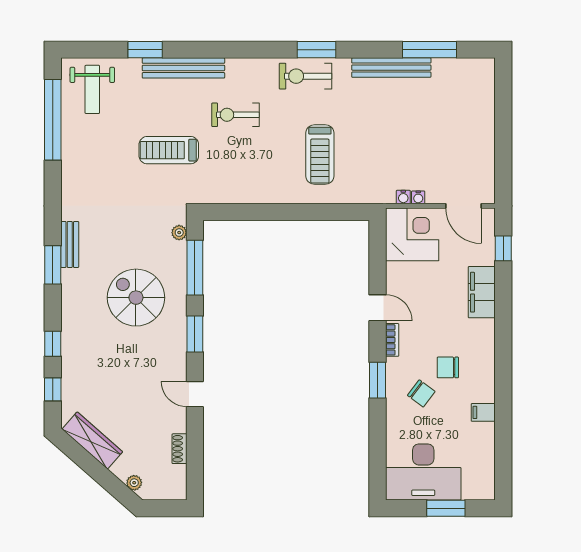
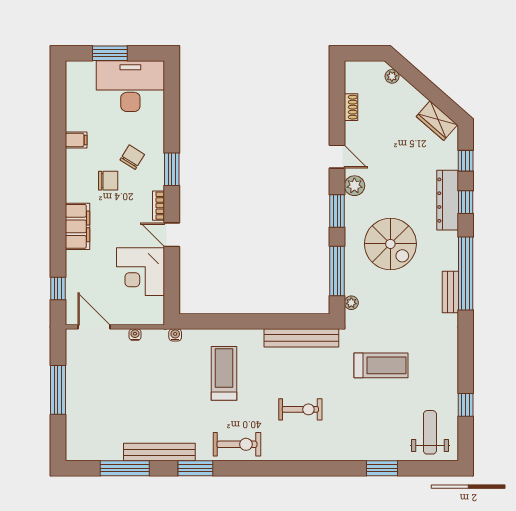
window: (316, 50) -> (195, 468), moved
bench: (183, 68) -> (301, 338), moved
window: (53, 120) -> (466, 405), width x0.32
window: (503, 136) -> (58, 390), added
treadmill: (169, 150) -> (381, 365), moved
water cooler: (403, 197) -> (175, 335), moved
corner desk: (412, 234) -> (140, 272), moved
window: (53, 265) -> (466, 274), width x2.11
filing cabinet: (482, 292) -> (77, 226), moved
dresser: (73, 346) -> (448, 200), added
plant: (176, 362) -> (354, 186), added
chair: (421, 393) -> (132, 157), turned 85
wardrobe: (92, 440) -> (437, 121), width x0.67

